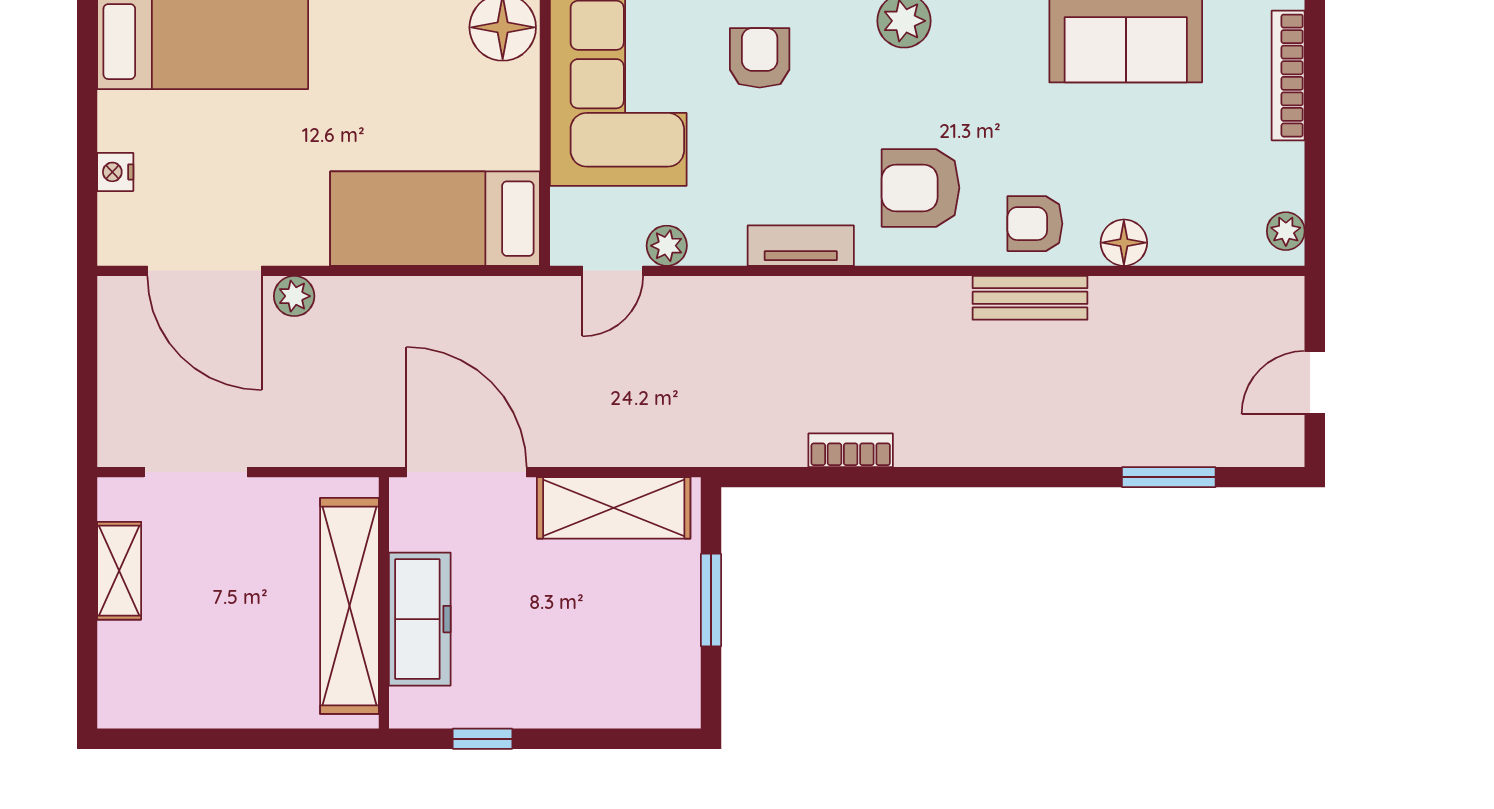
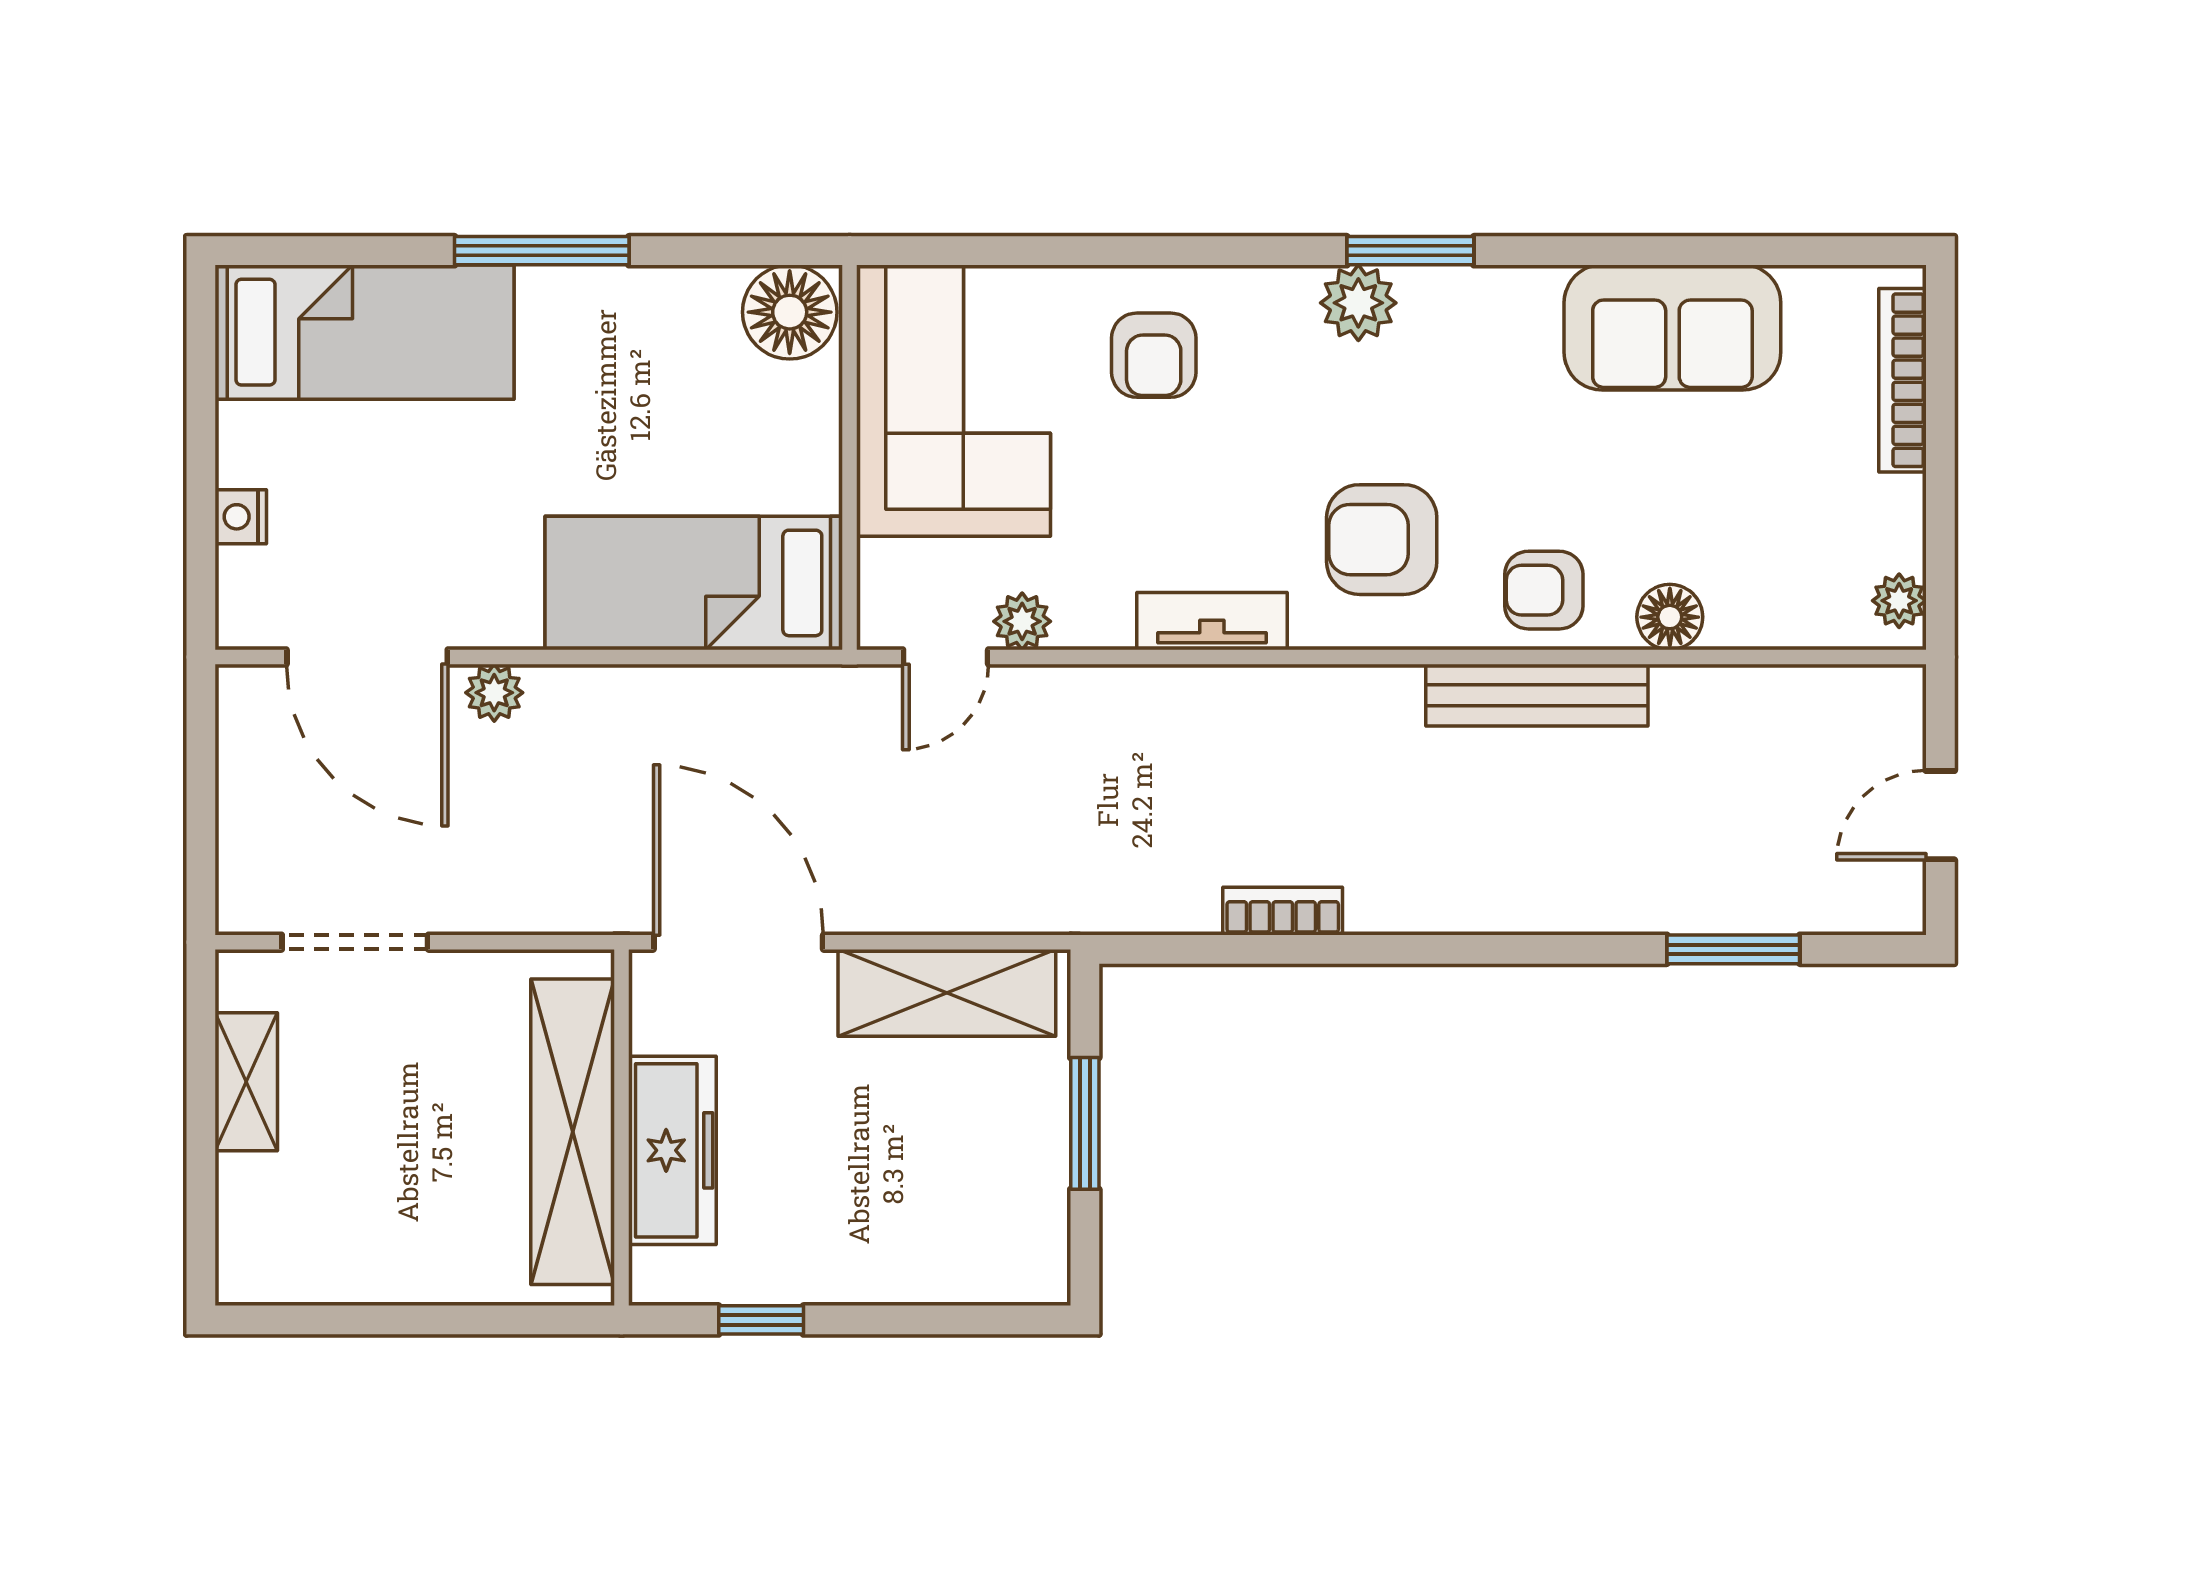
armchair: (760, 58) -> (1154, 355), turned 180
bench: (1030, 298) -> (1537, 695), width x1.36

